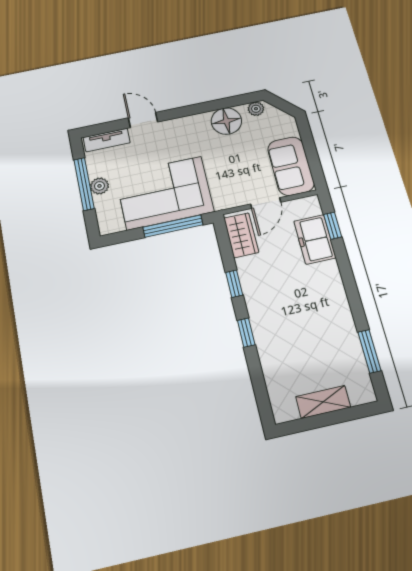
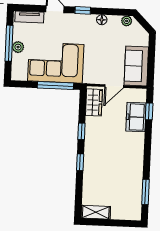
window: (186, 111) -> (83, 10), added
floor lamp: (226, 121) -> (102, 20), width x0.53, depth x0.53
shelving: (323, 402) -> (96, 212), moved

